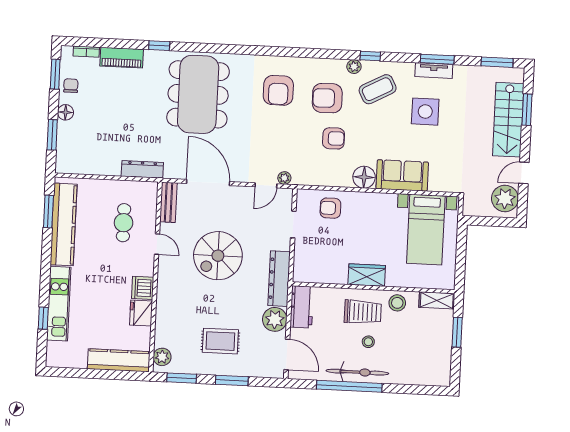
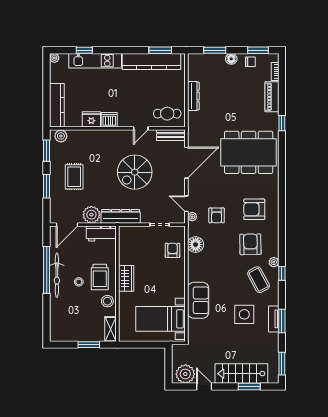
armchair: (334, 138) -> (217, 215), moved
dresser: (142, 169) -> (193, 96), moved
floor lamp: (364, 177) -> (196, 245), moved
cafe table: (124, 223) -> (167, 114), moved
spiral stairs: (218, 256) -> (135, 172), turned -90
plant: (52, 361) -> (54, 58), added

